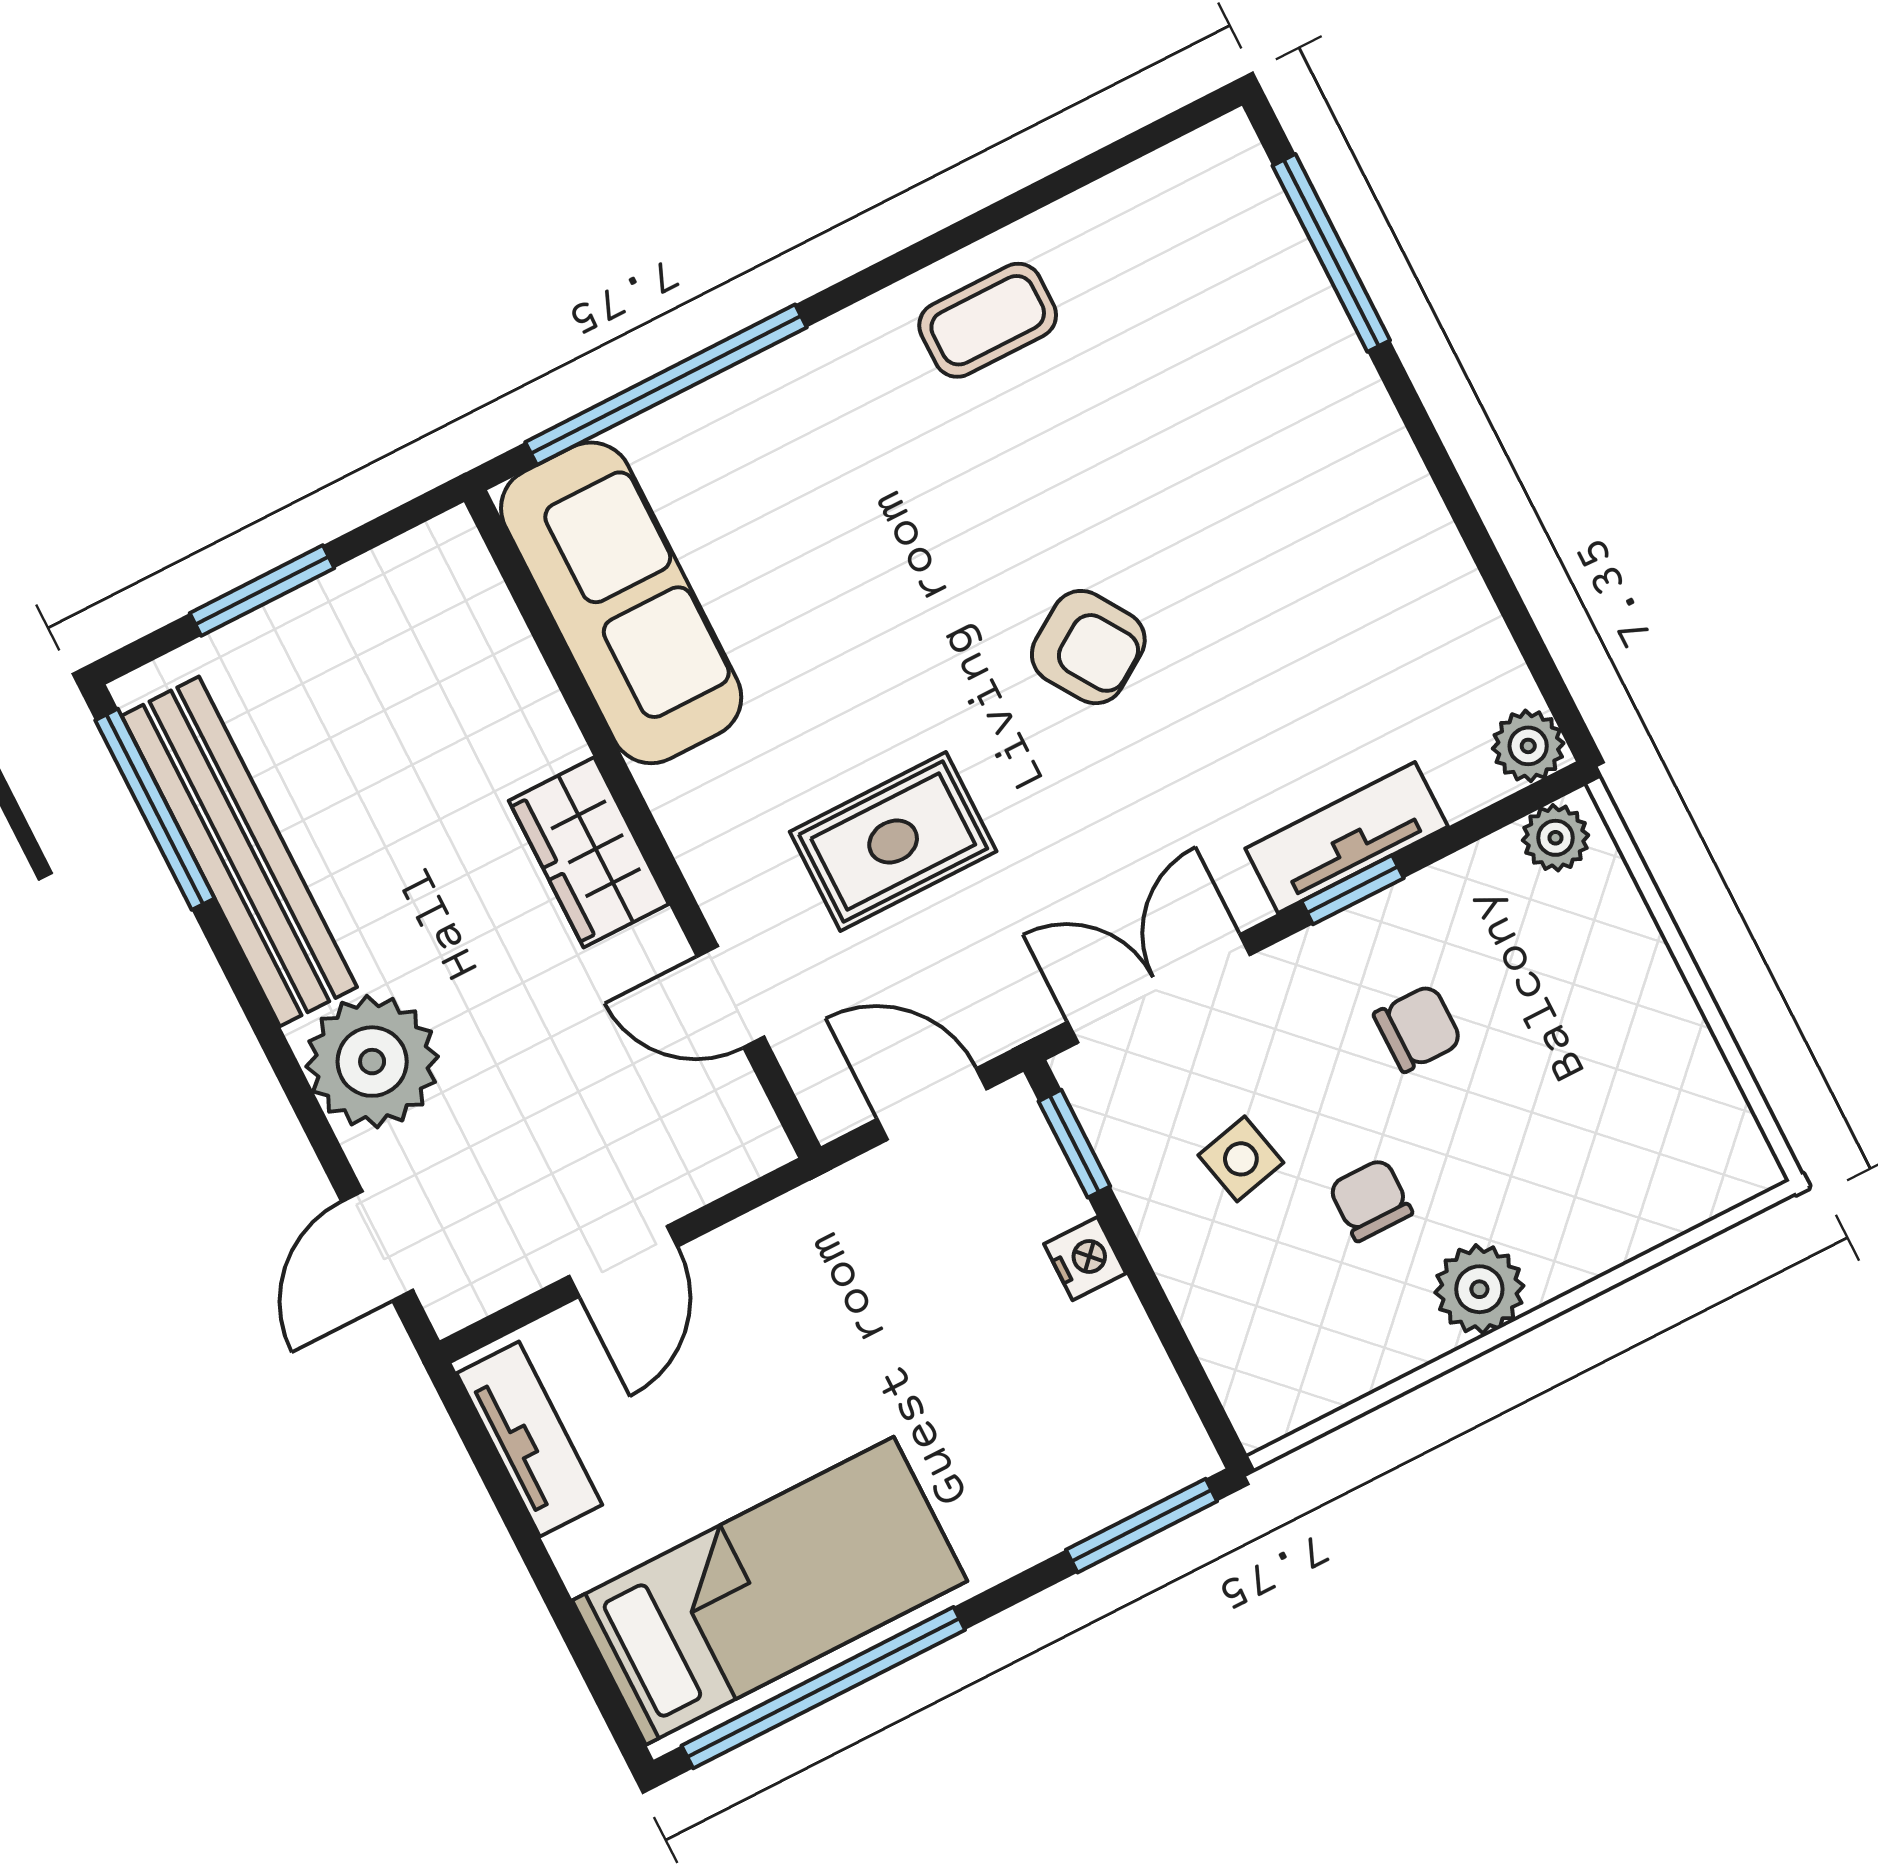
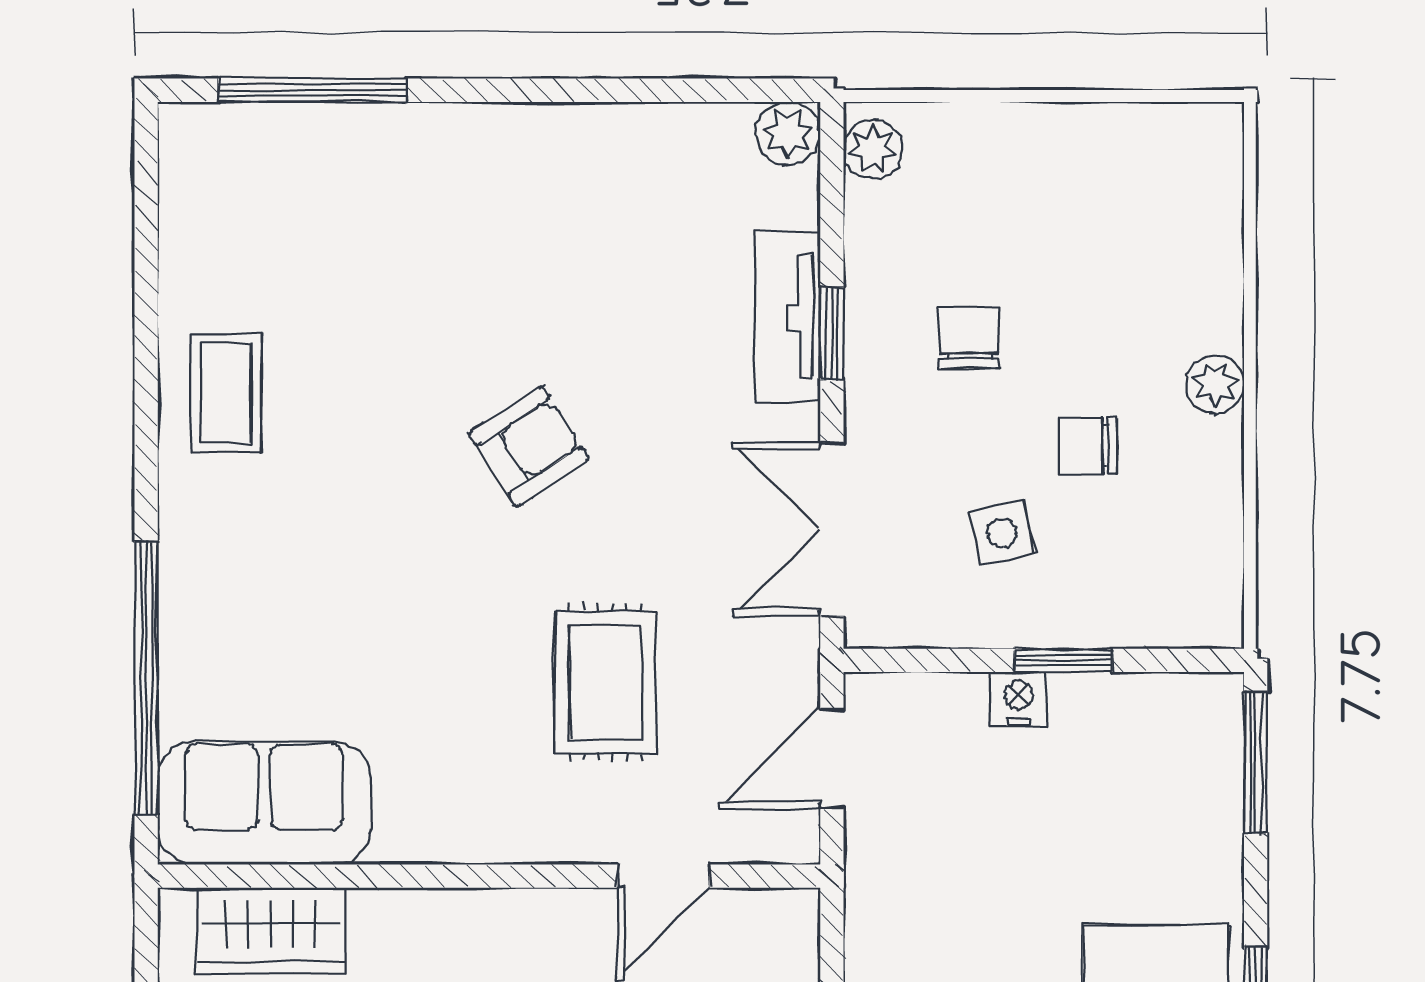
sofa: (621, 603) -> (264, 803), width x0.73
wardrobe: (589, 852) -> (270, 931), moved
window: (1074, 1144) -> (1063, 660), moved
plant: (1479, 1289) -> (1215, 384), width x0.73, depth x0.73

